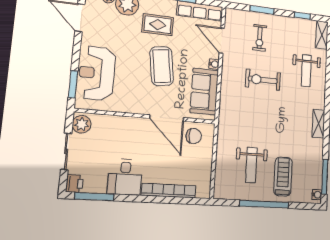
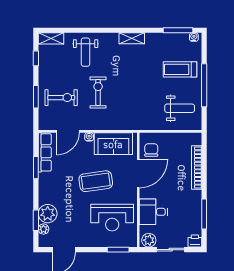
rug: (158, 25) -> (61, 187), removed
exercise bike: (260, 38) -> (61, 98), width x1.38, depth x1.39
weight bench: (306, 71) -> (86, 52), turned 90
reception desk: (97, 73) -> (112, 218), moved
exercise bike: (263, 80) -> (98, 92), turned 180
weight bench: (251, 165) -> (180, 108), moved
desk: (125, 177) -> (153, 212), moved, turned 180
window: (94, 197) -> (204, 214), moved

